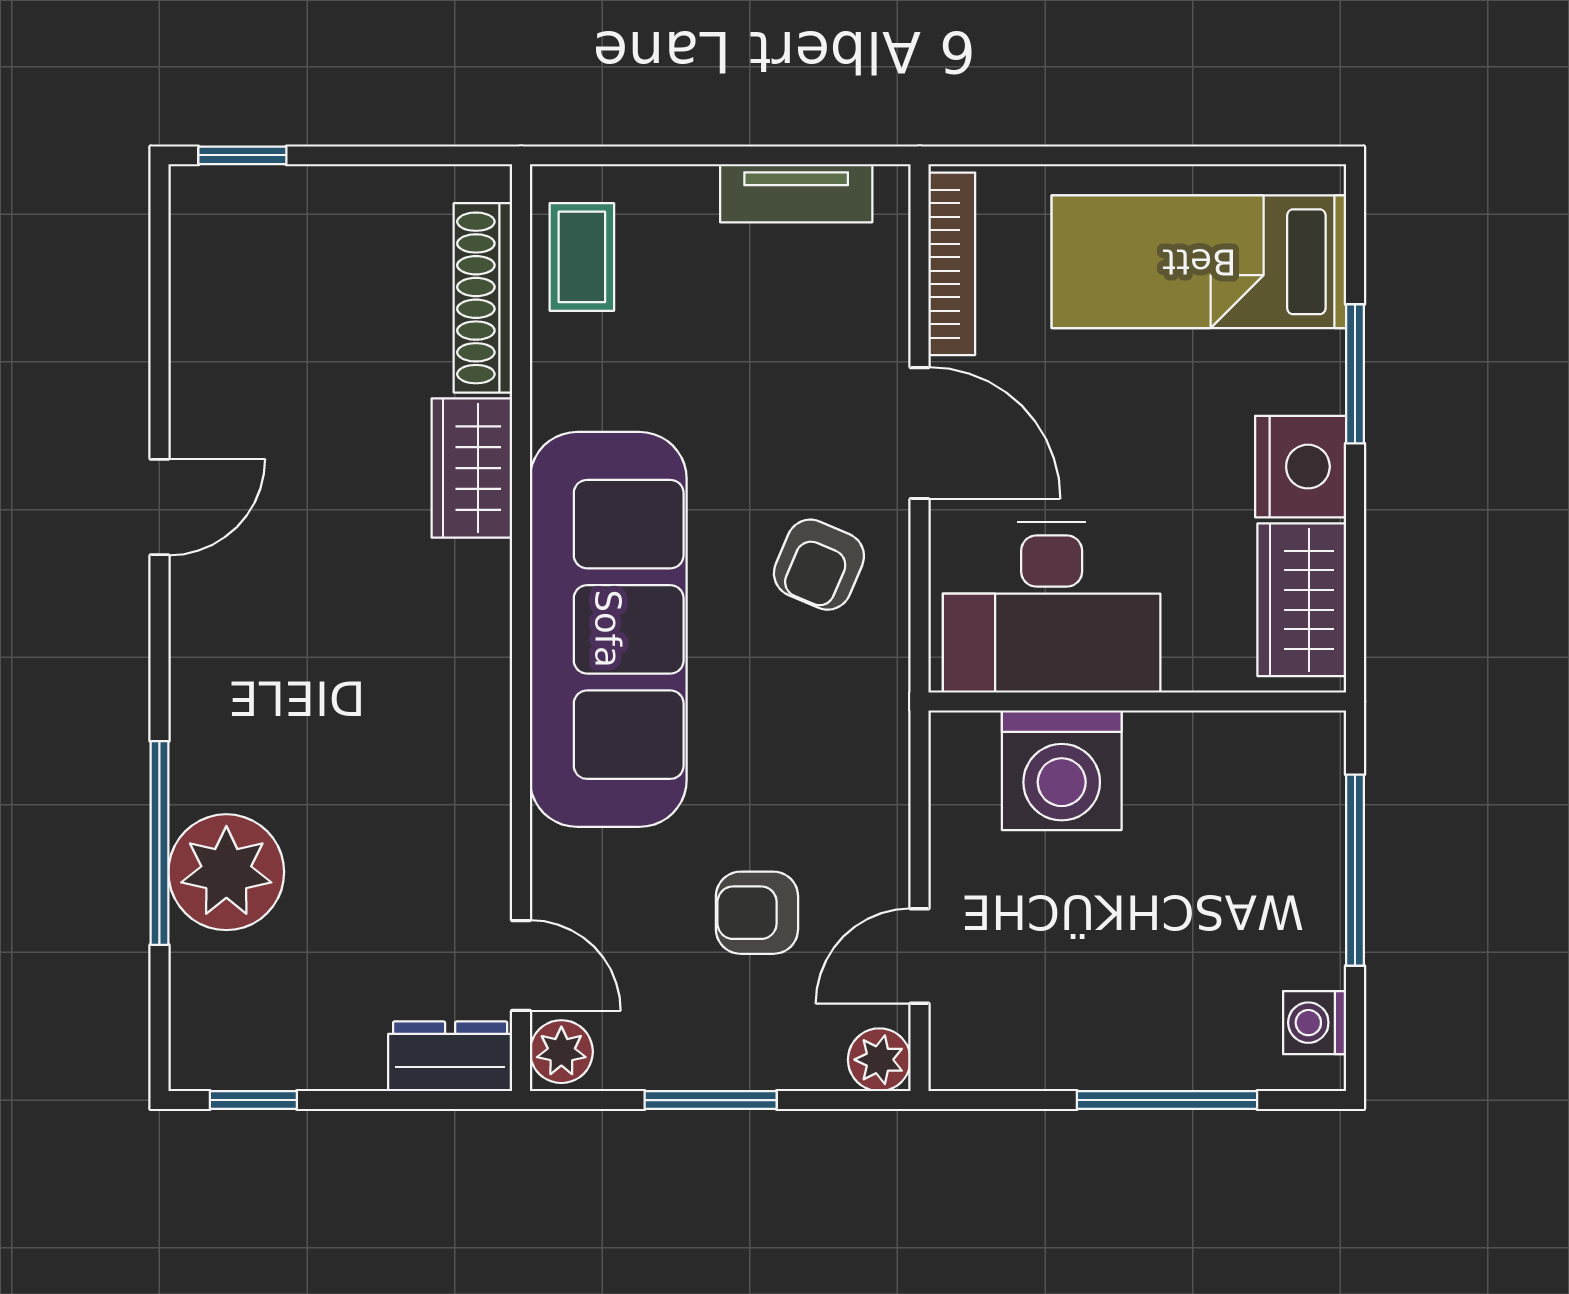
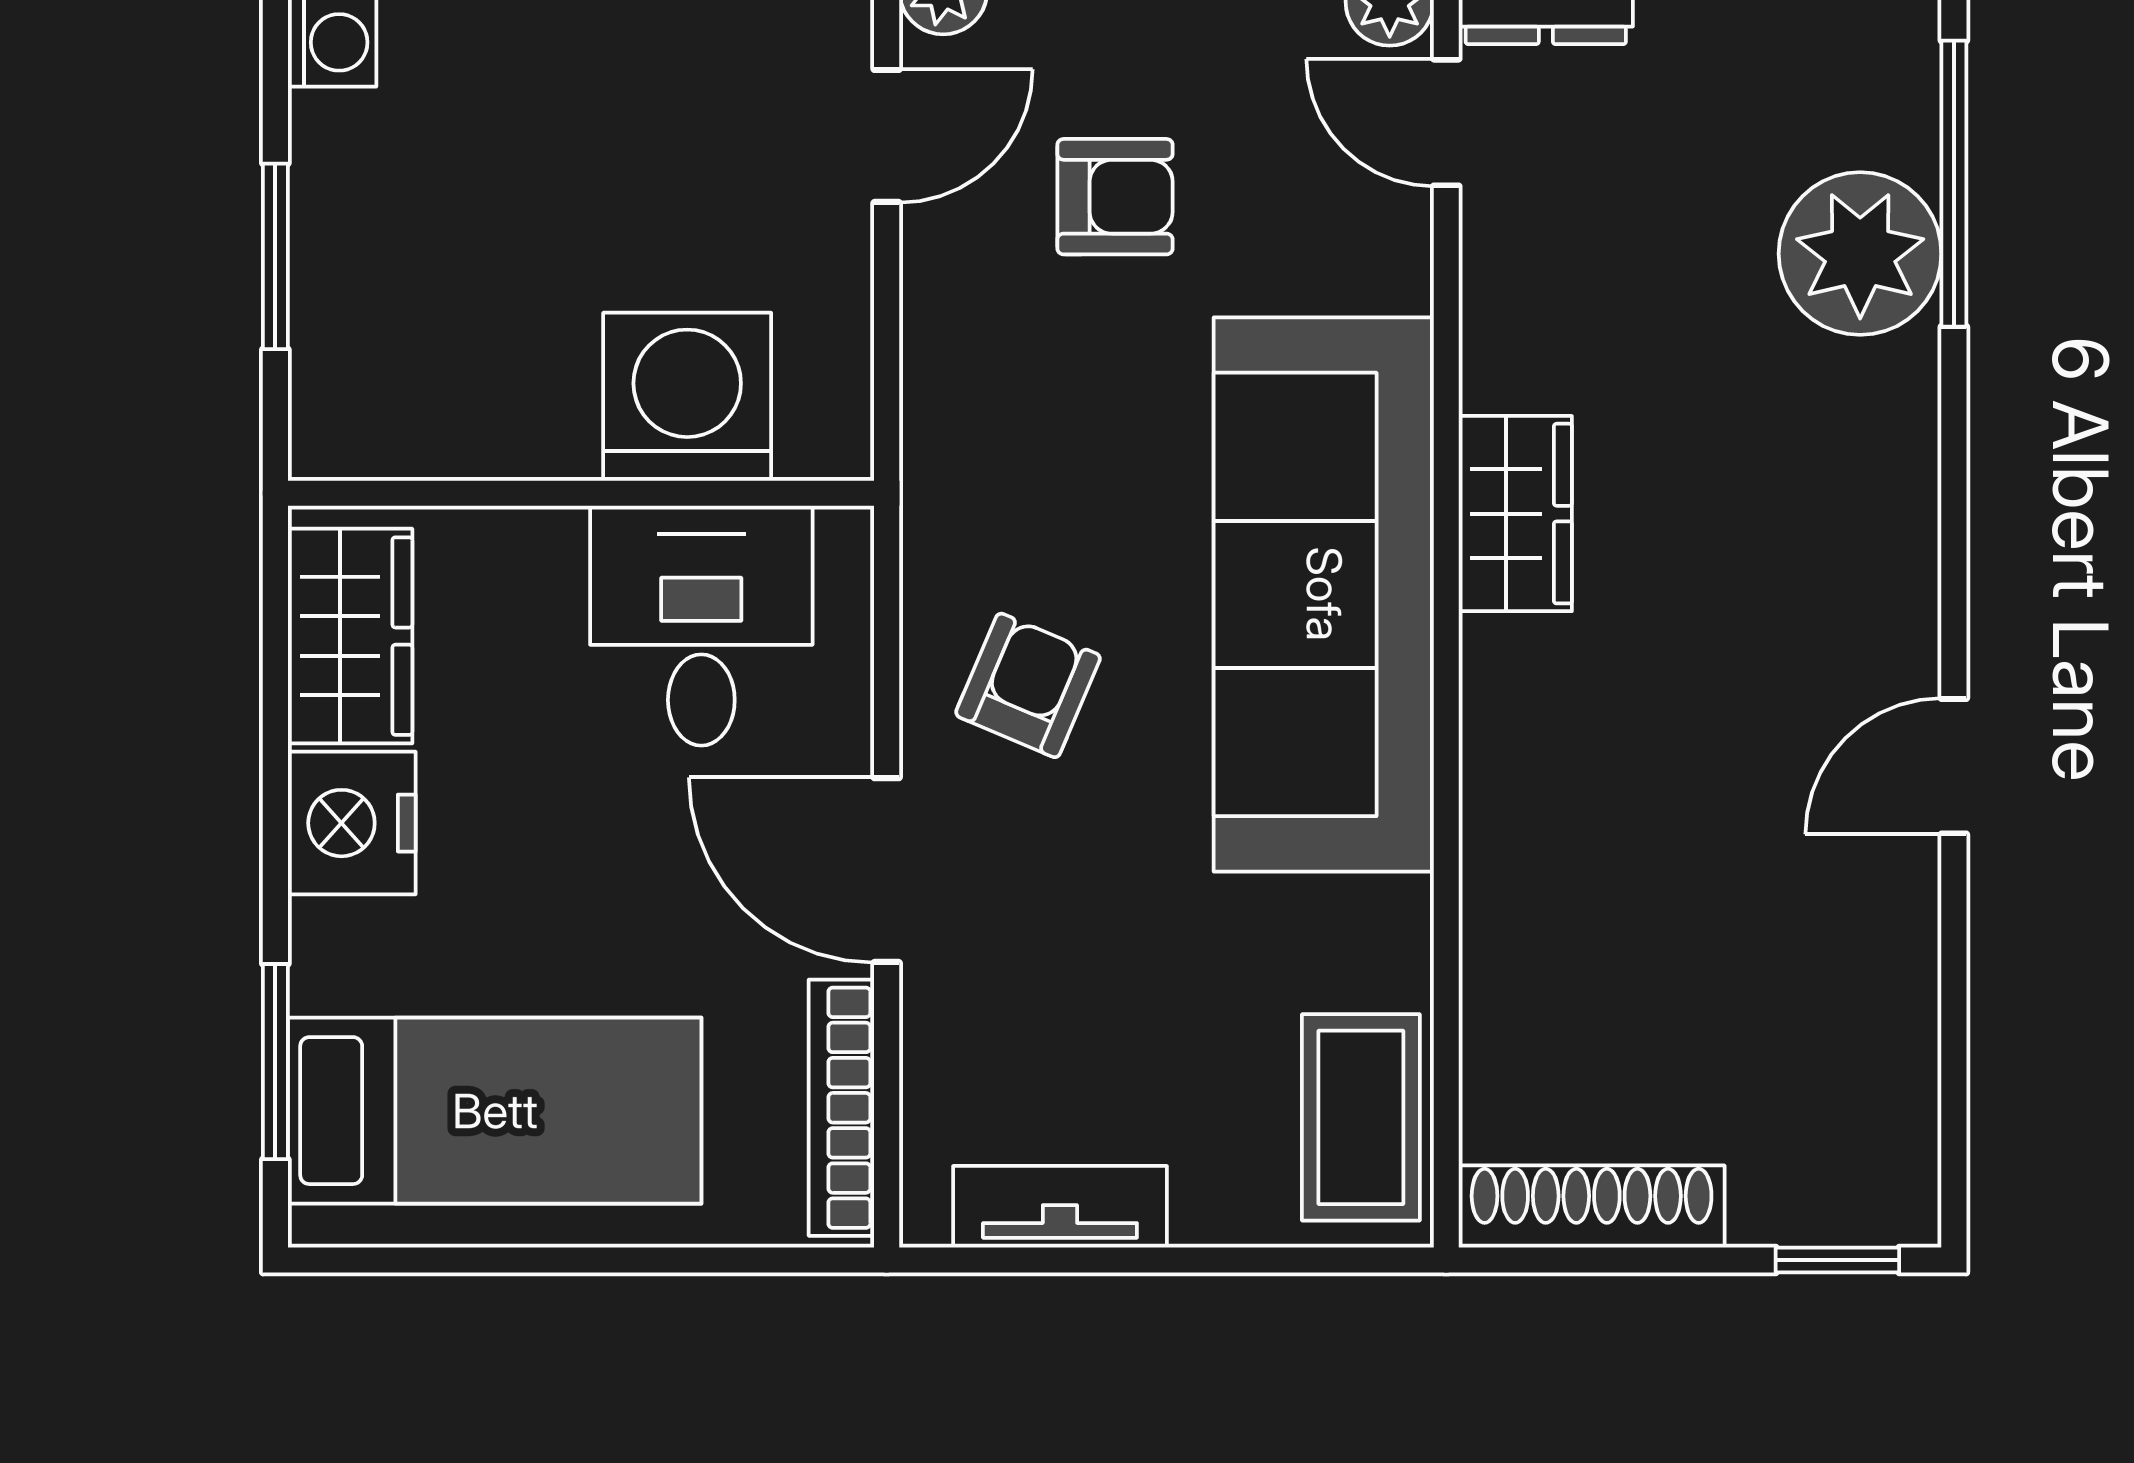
coffee table: (582, 257) -> (1361, 1117), width x1.36, depth x1.30
shoe rack: (483, 298) -> (1592, 1207), moved, turned -90
window: (1355, 374) -> (275, 1062), moved
wardrobe: (472, 468) -> (1515, 514), moved
desk: (1052, 607) -> (701, 626), width x0.73
window: (159, 843) -> (1954, 184), moved
window: (1355, 870) -> (275, 256), width x0.69

